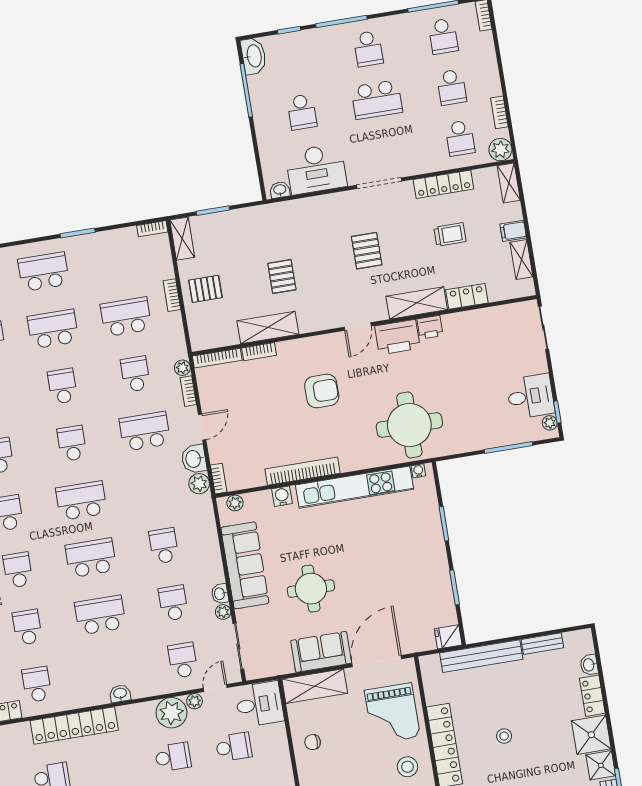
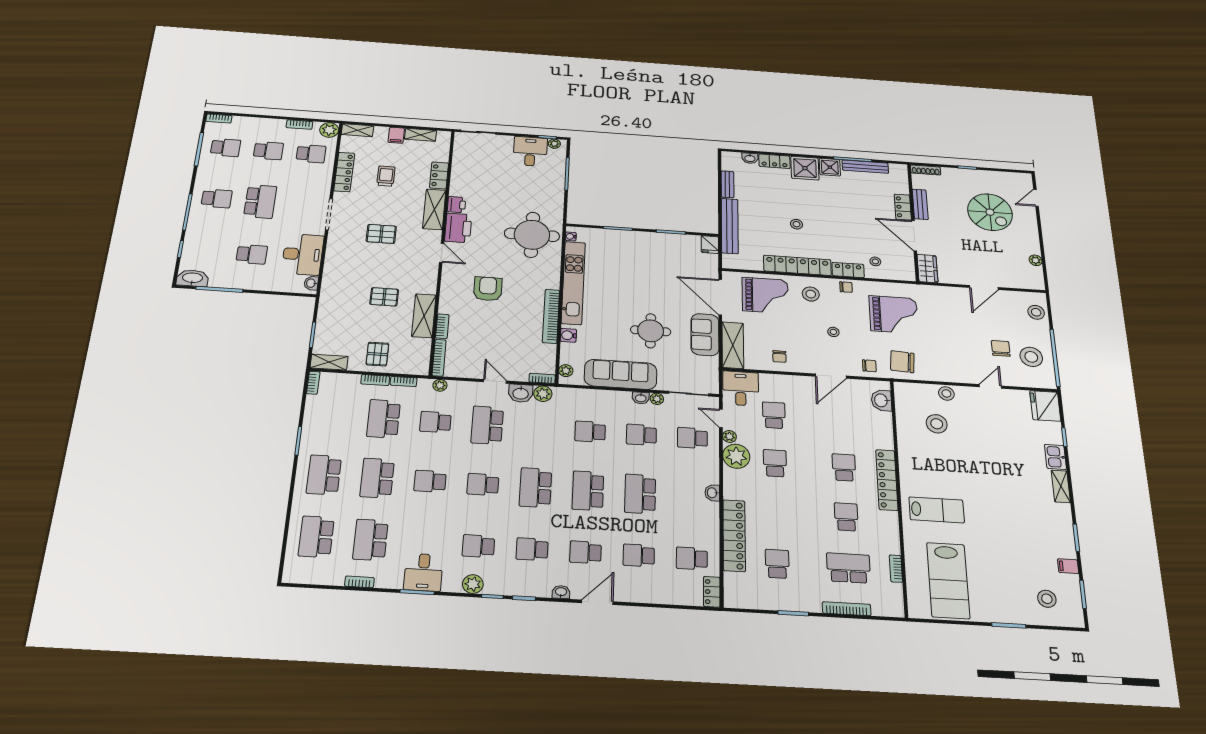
bookcase: (188, 391) -> (404, 382), moved

